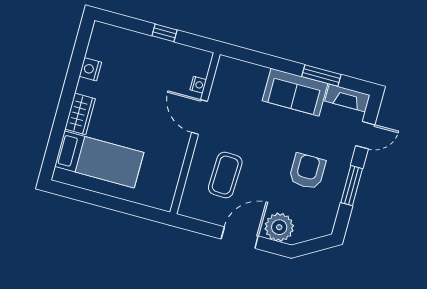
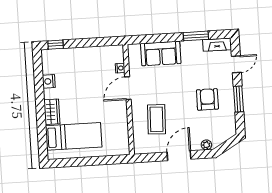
window: (164, 33) -> (56, 45), moved
sofa: (295, 92) -> (161, 53), moved
door: (199, 117) -> (128, 88), hinge flipped
plant: (279, 227) -> (206, 145), width x0.53, depth x0.53

